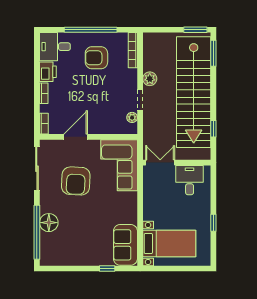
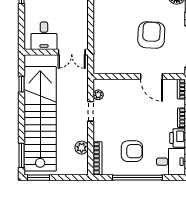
plant: (150, 79) -> (82, 148), moved
door: (76, 137) -> (152, 76), hinge flipped
corner sofa: (119, 165) -> (110, 50), removed

